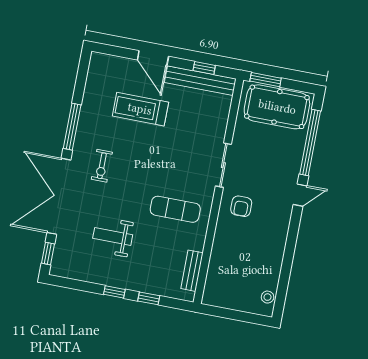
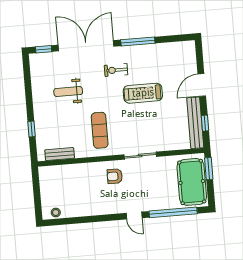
treadmill: (140, 109) -> (143, 93), moved, turned -90
weight bench: (113, 237) -> (68, 92), turned -90
window: (114, 292) -> (30, 104), removed

